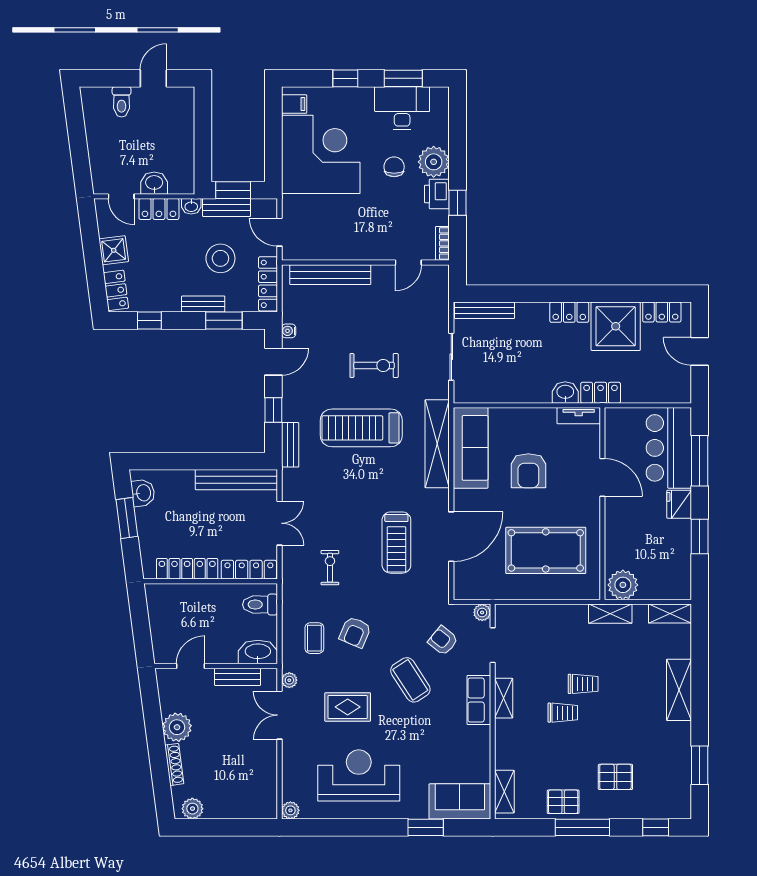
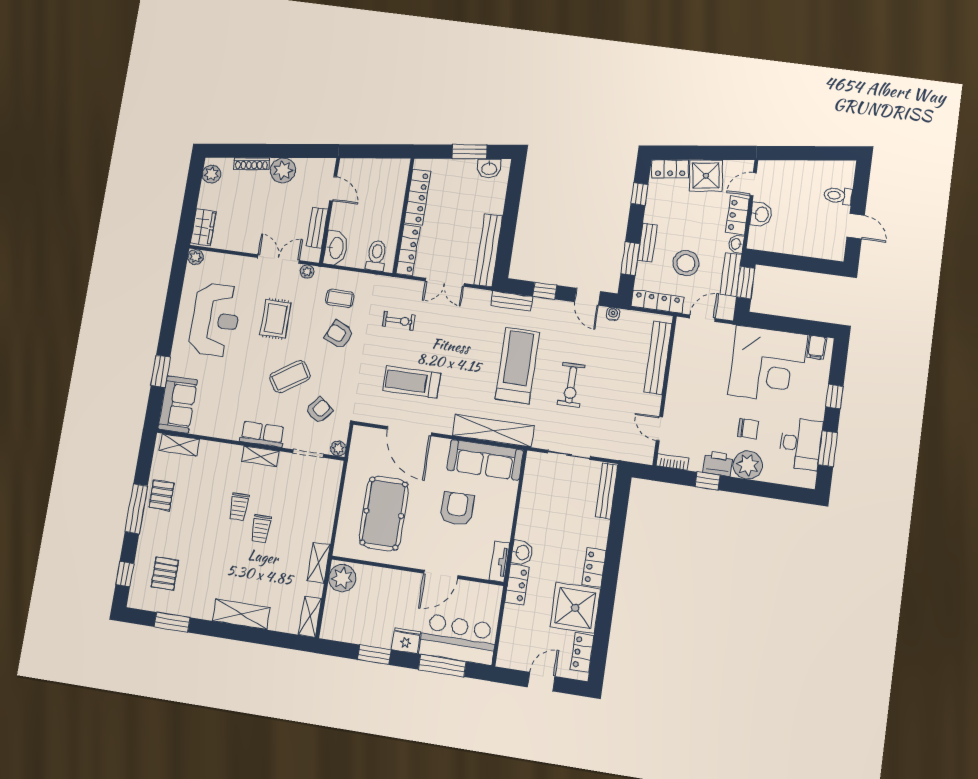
shower: (114, 250) -> (706, 176), width x1.36, depth x1.36
armchair: (528, 471) -> (457, 509), turned 90
pallet: (615, 777) -> (165, 574), moved
wardrobe: (255, 808) -> (203, 227), added

